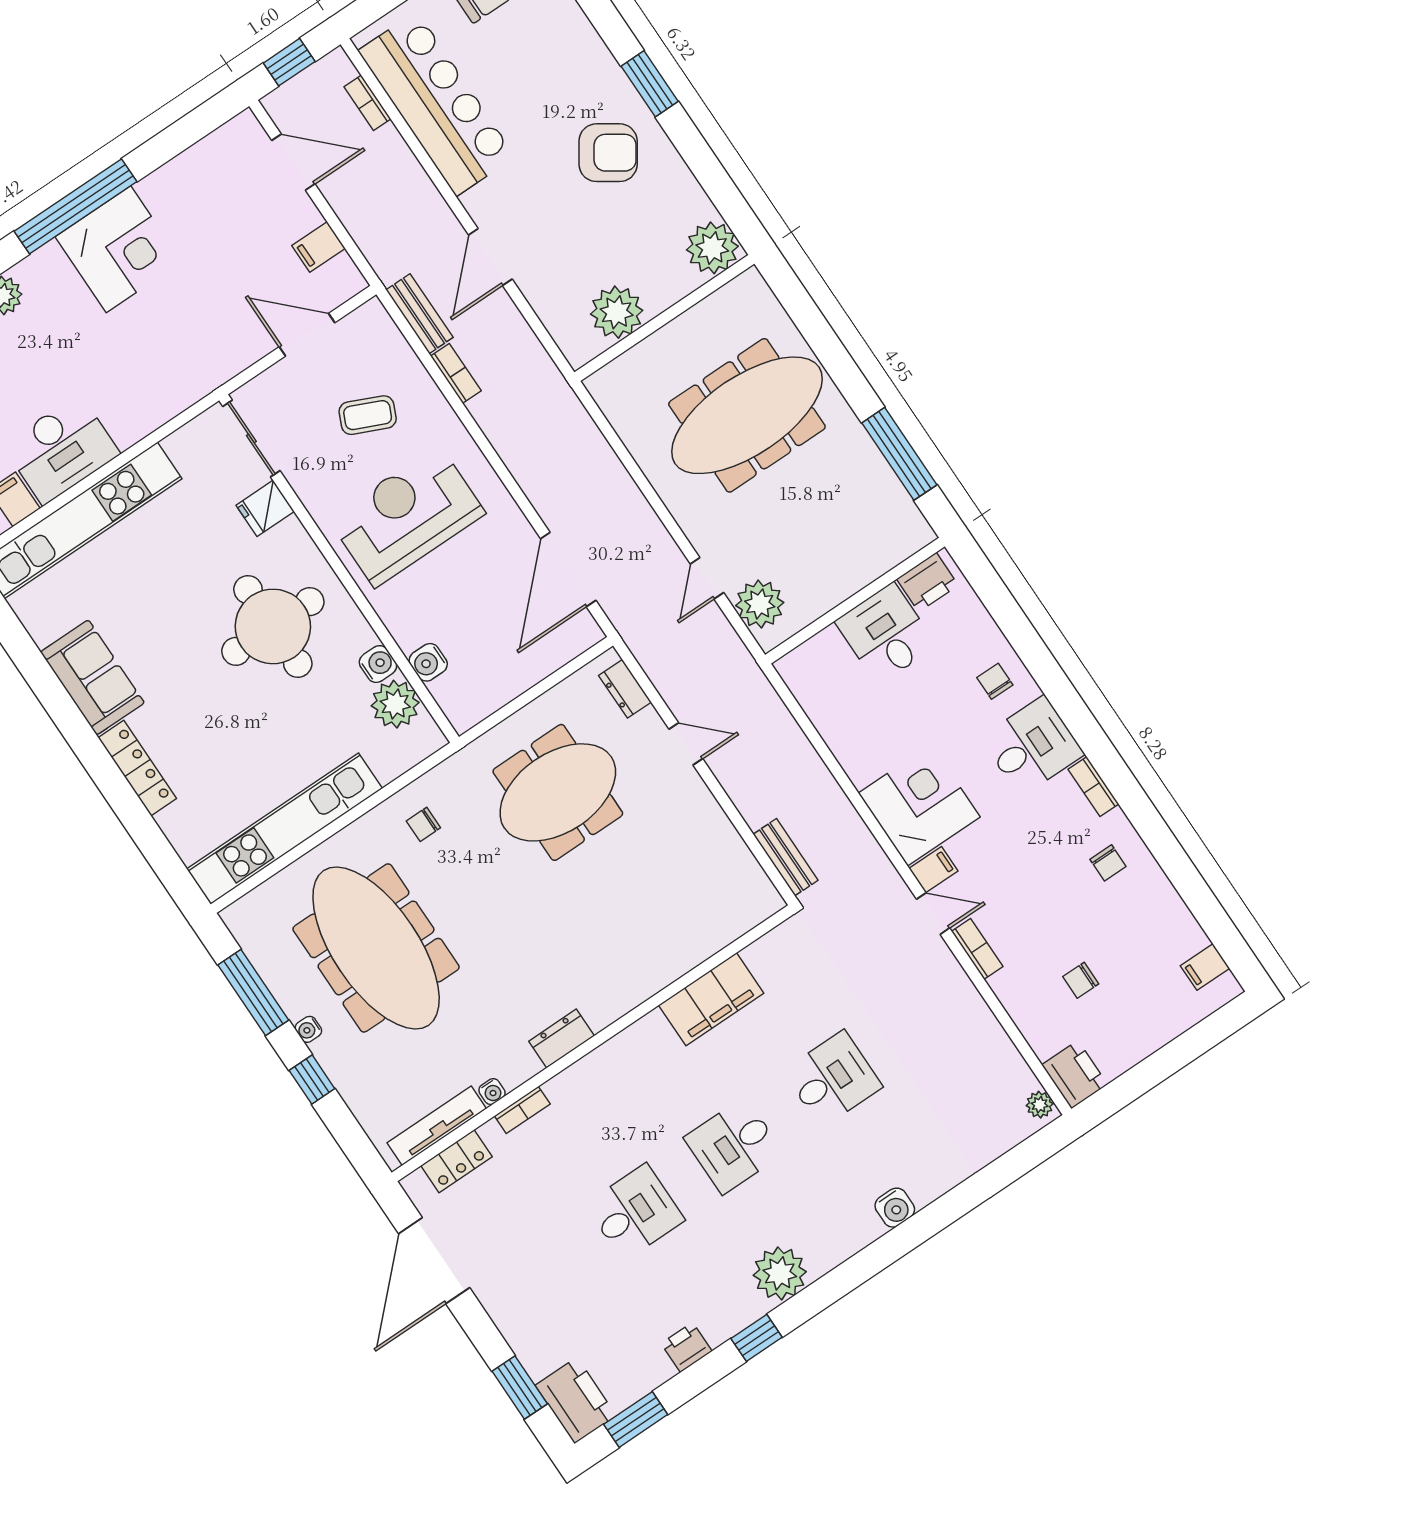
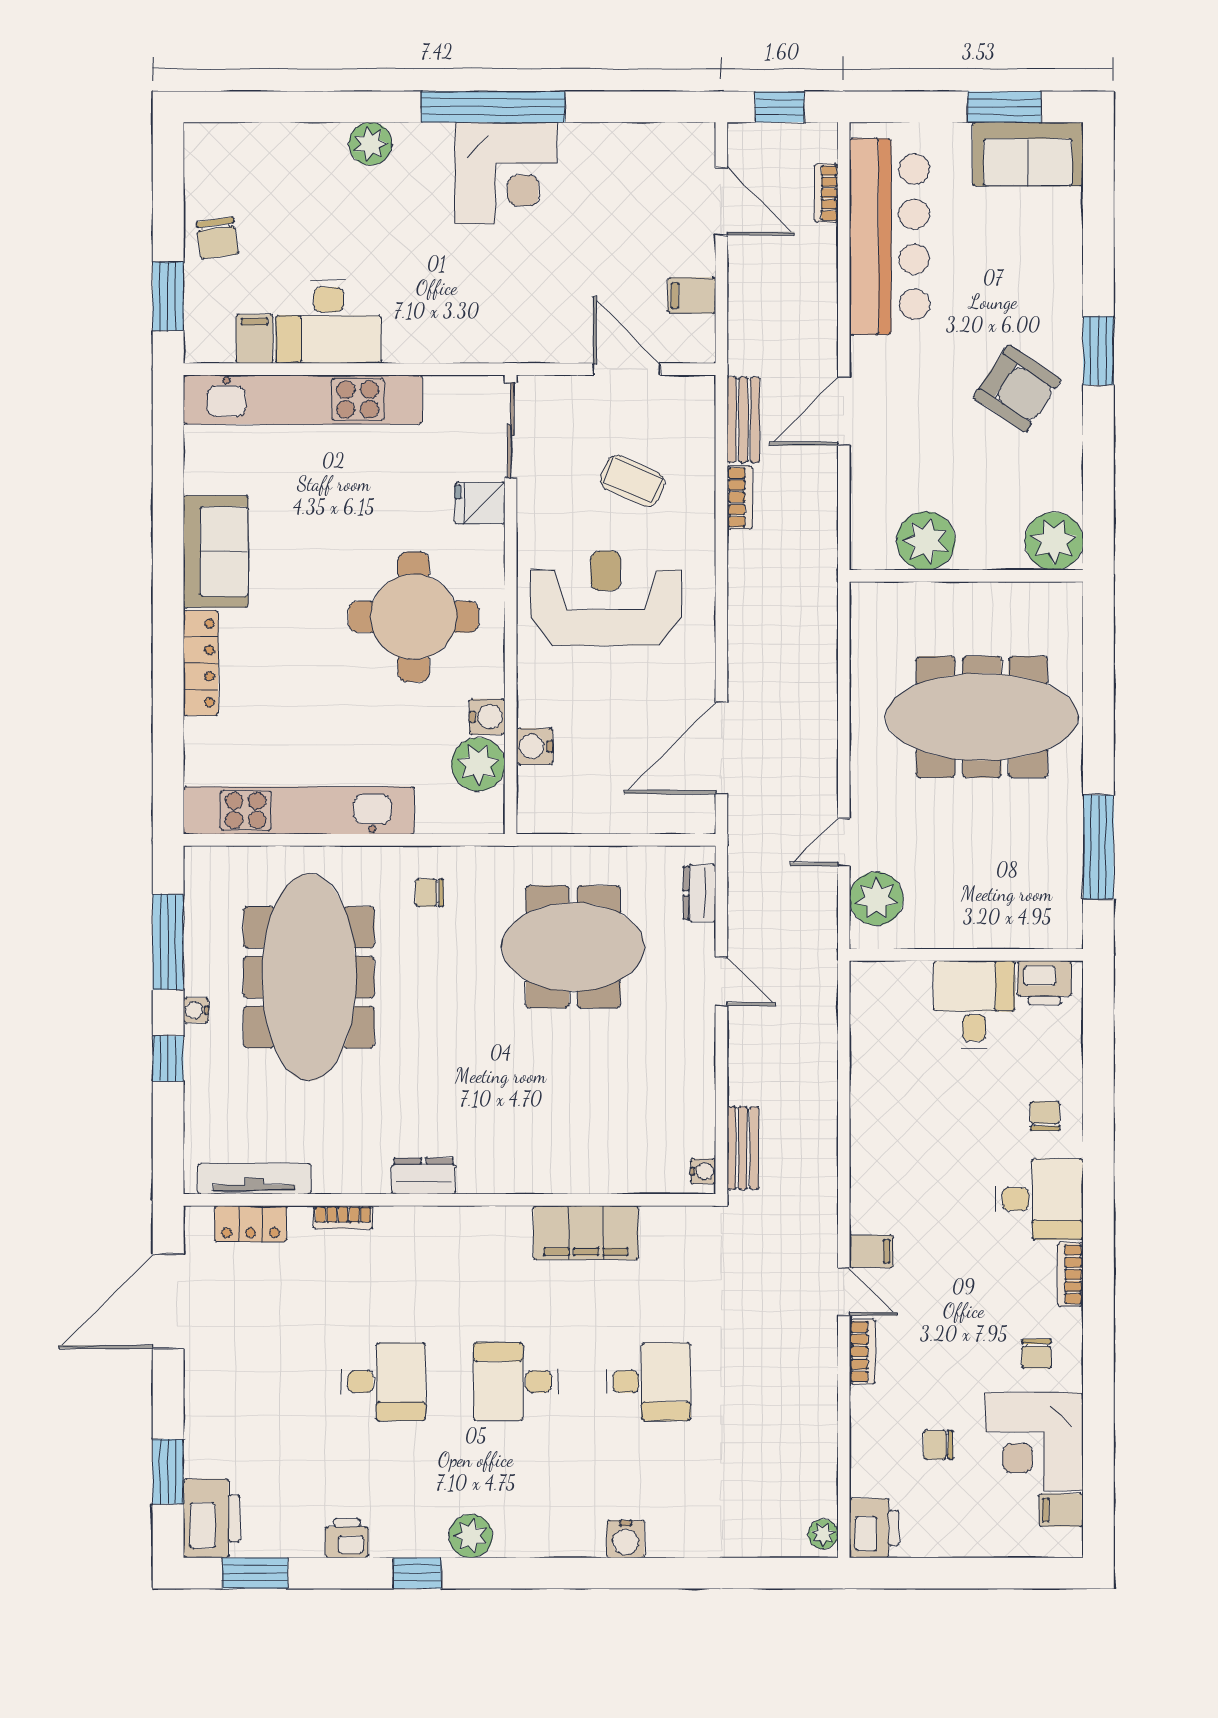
corner desk: (919, 805) -> (1034, 1442), moved, turned 180
water cooler: (492, 1092) -> (703, 1171), moved, turned -90
plant: (780, 1273) -> (471, 1536), width x0.73, depth x0.73

